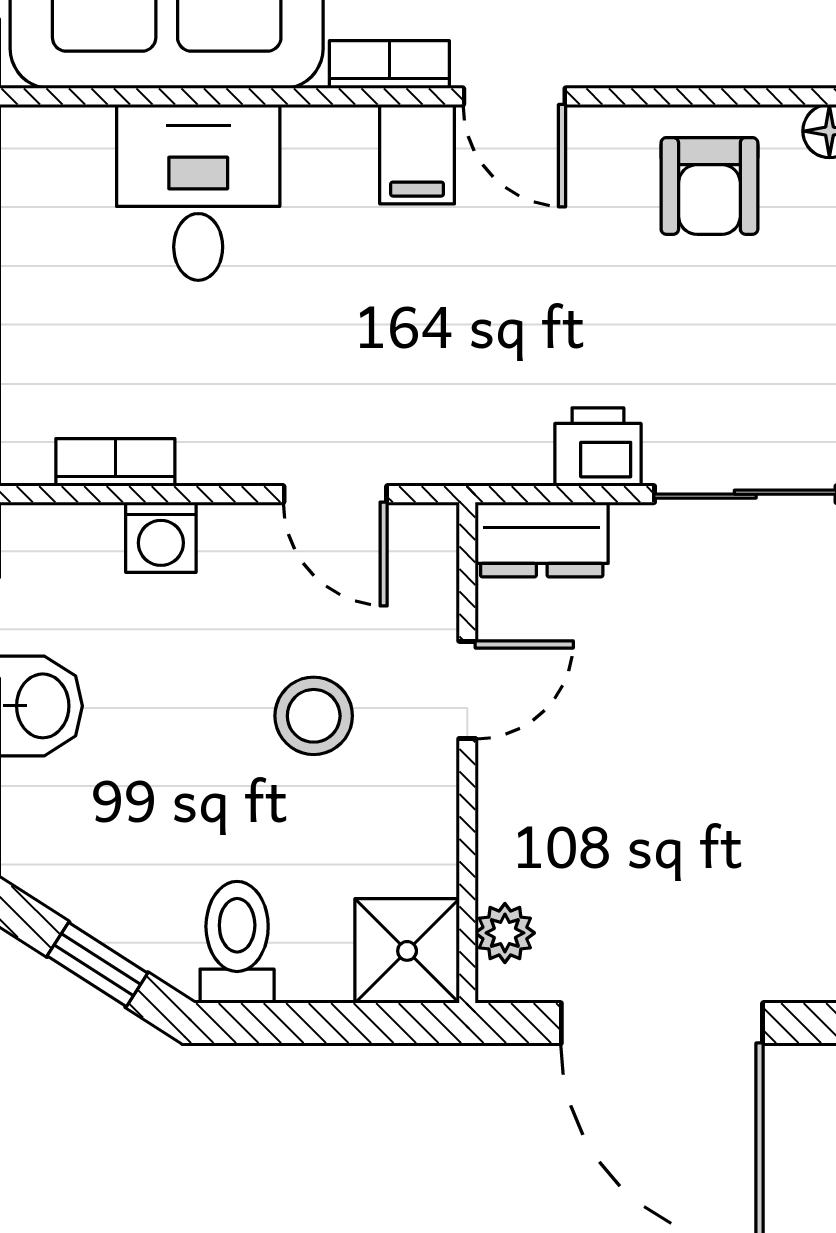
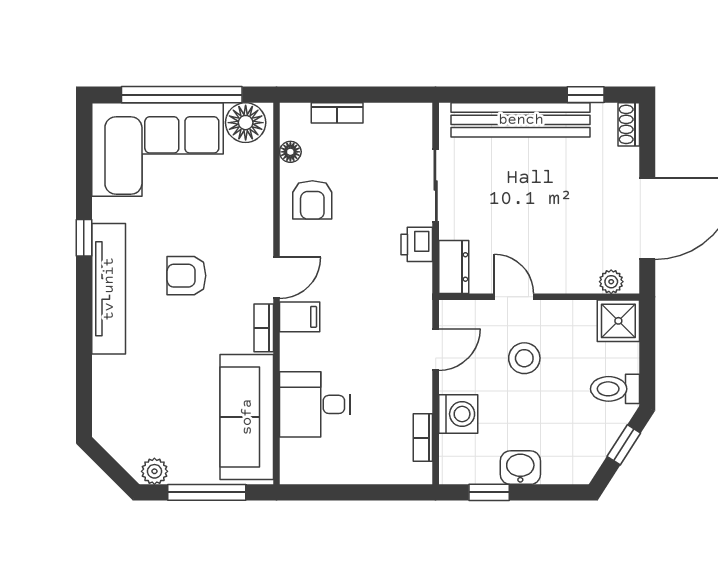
armchair: (709, 186) -> (312, 200), turned 90
washing machine: (161, 537) -> (458, 414), width x1.38, depth x1.38

